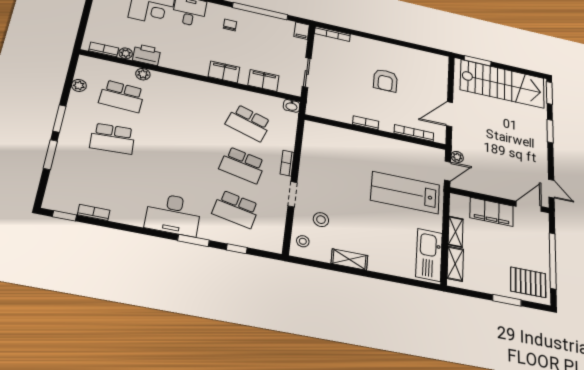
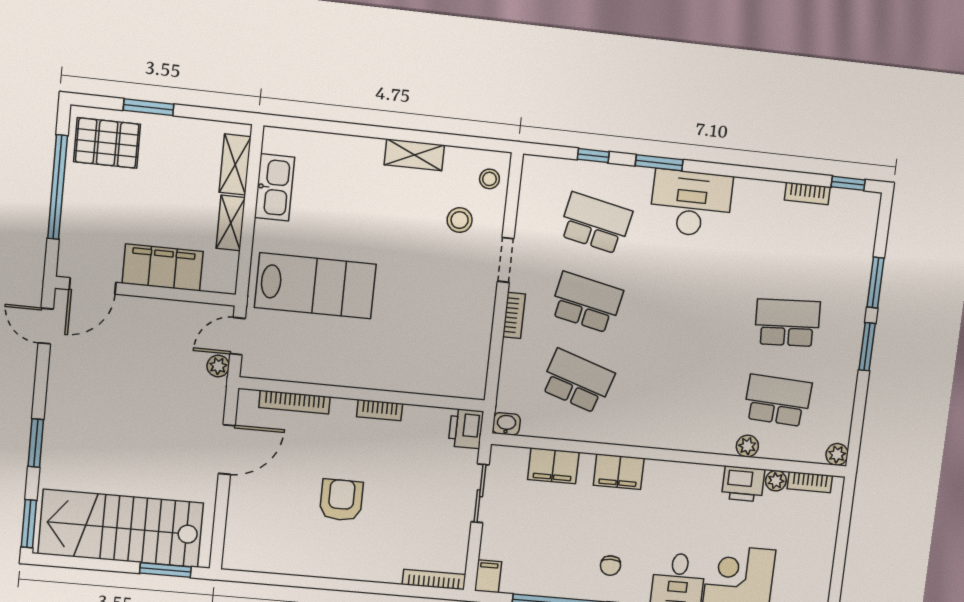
plant: (79, 85) -> (837, 454), moved
printer: (315, 107) -> (466, 429), added
kitchen sink: (429, 255) -> (274, 187), width x0.73, depth x0.81

